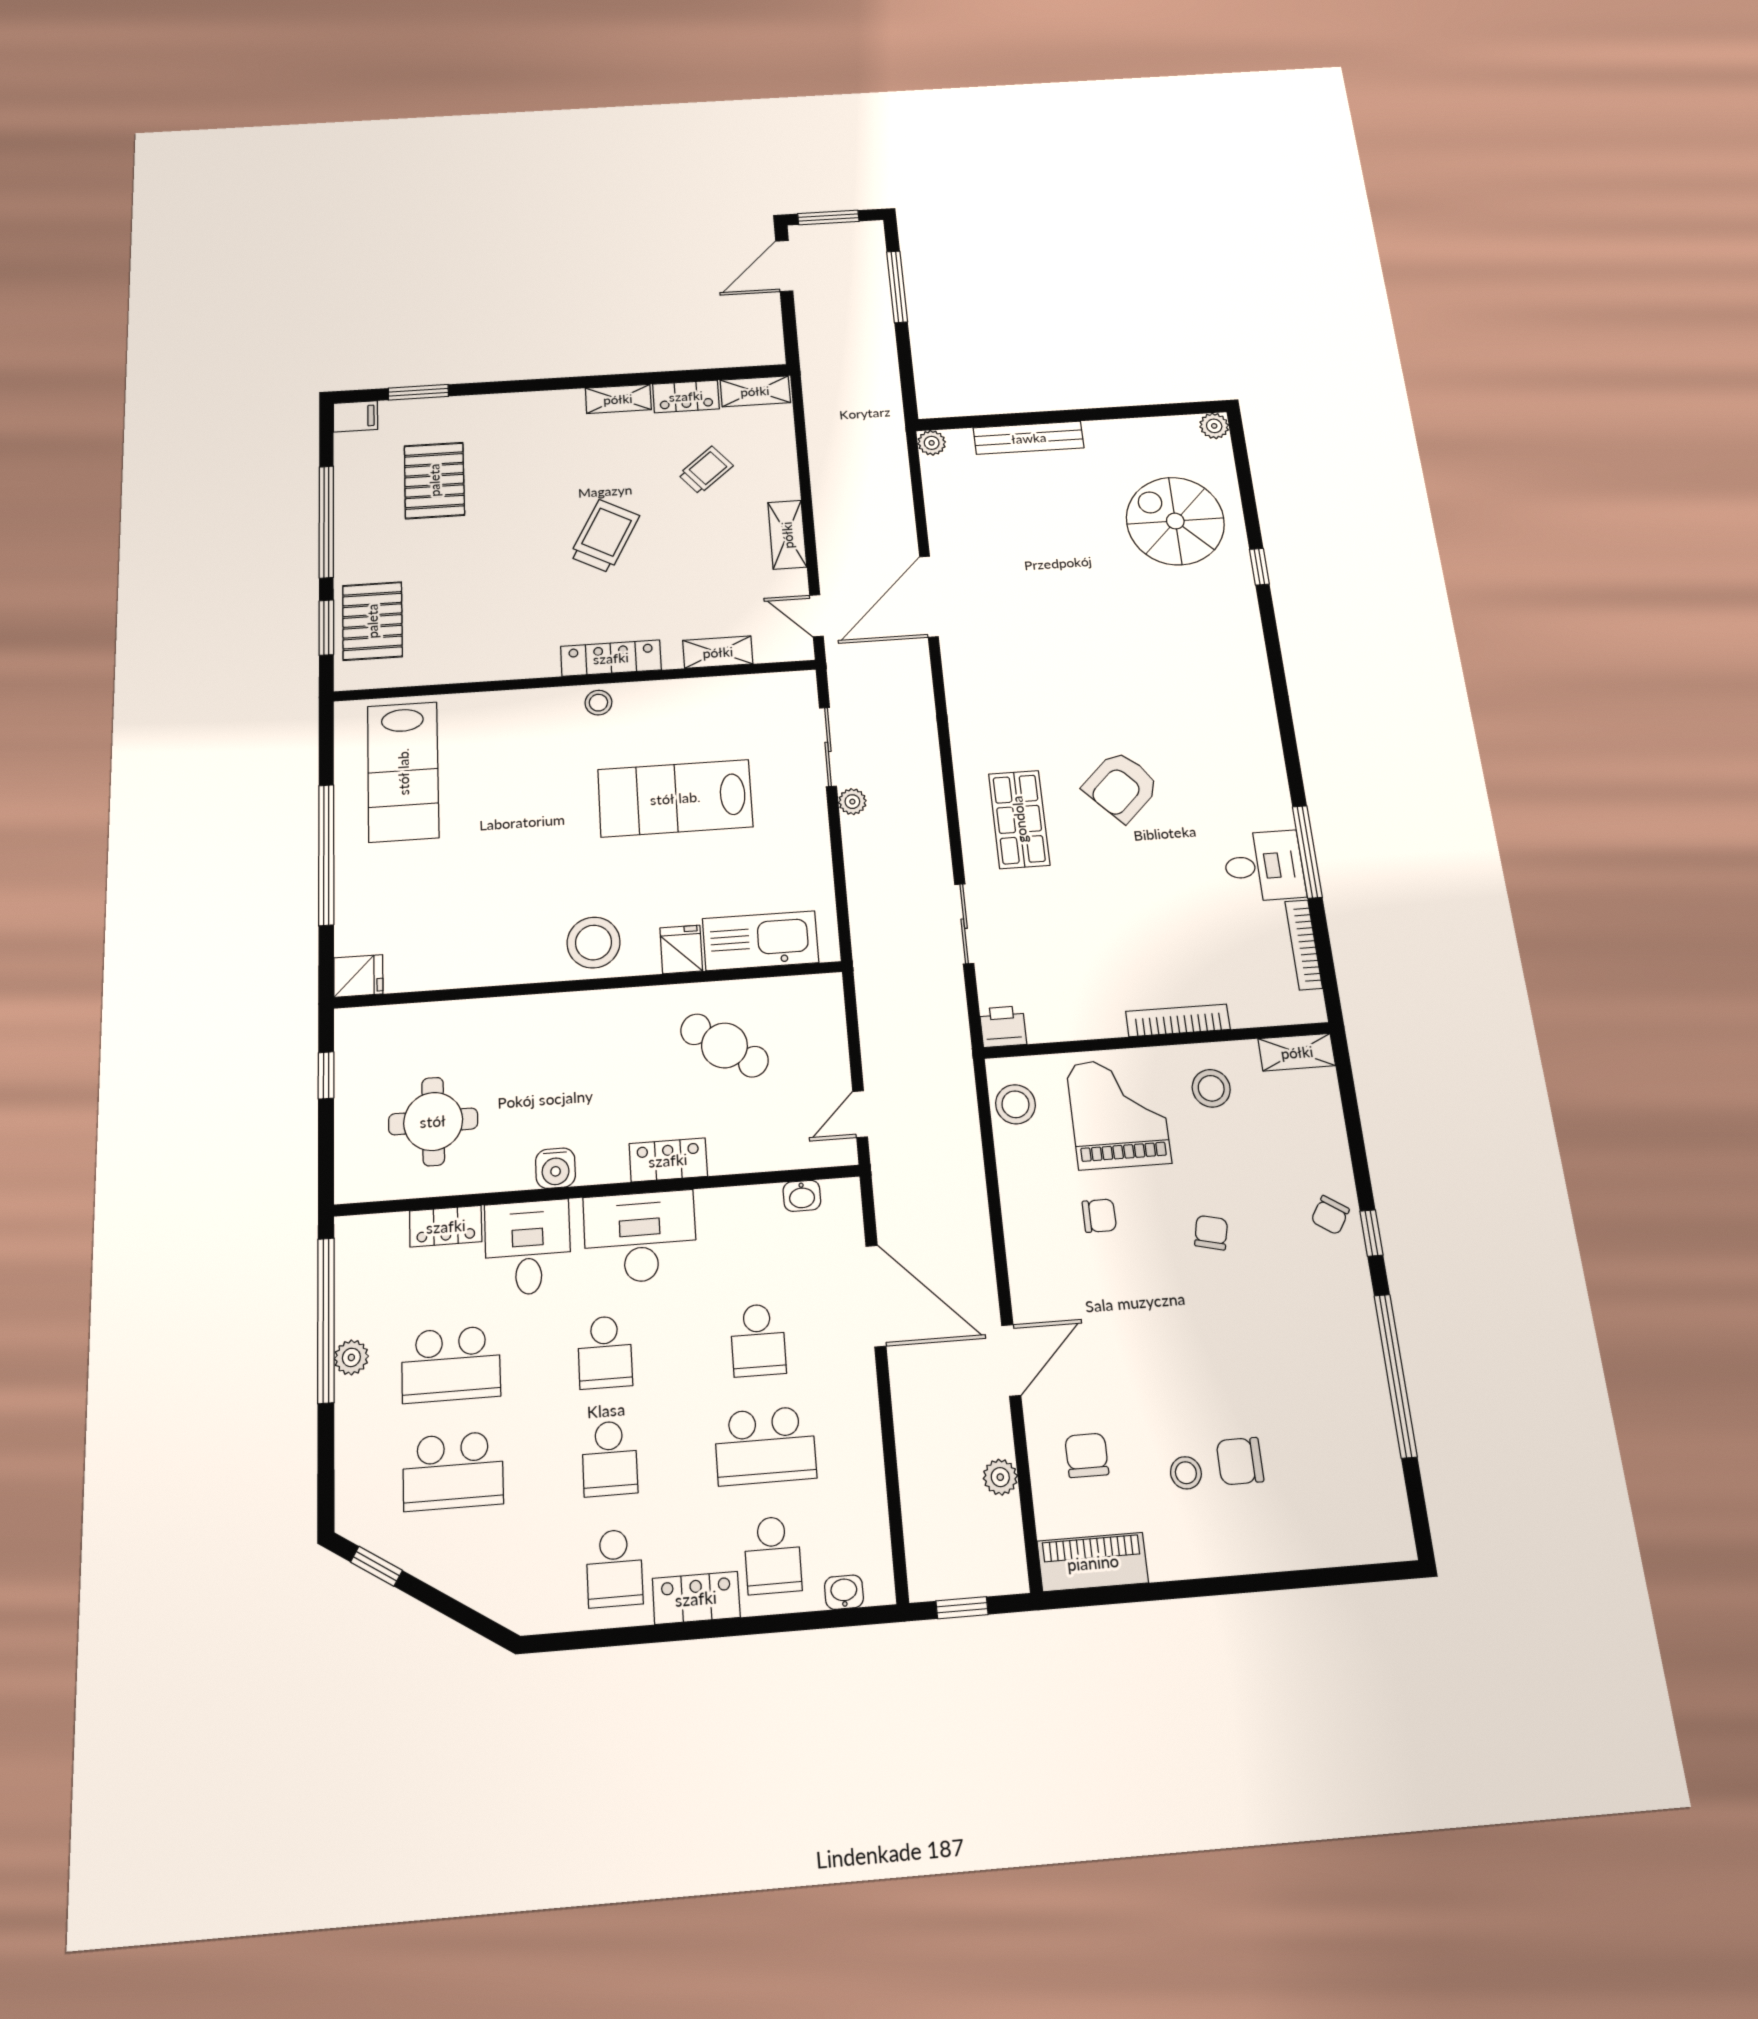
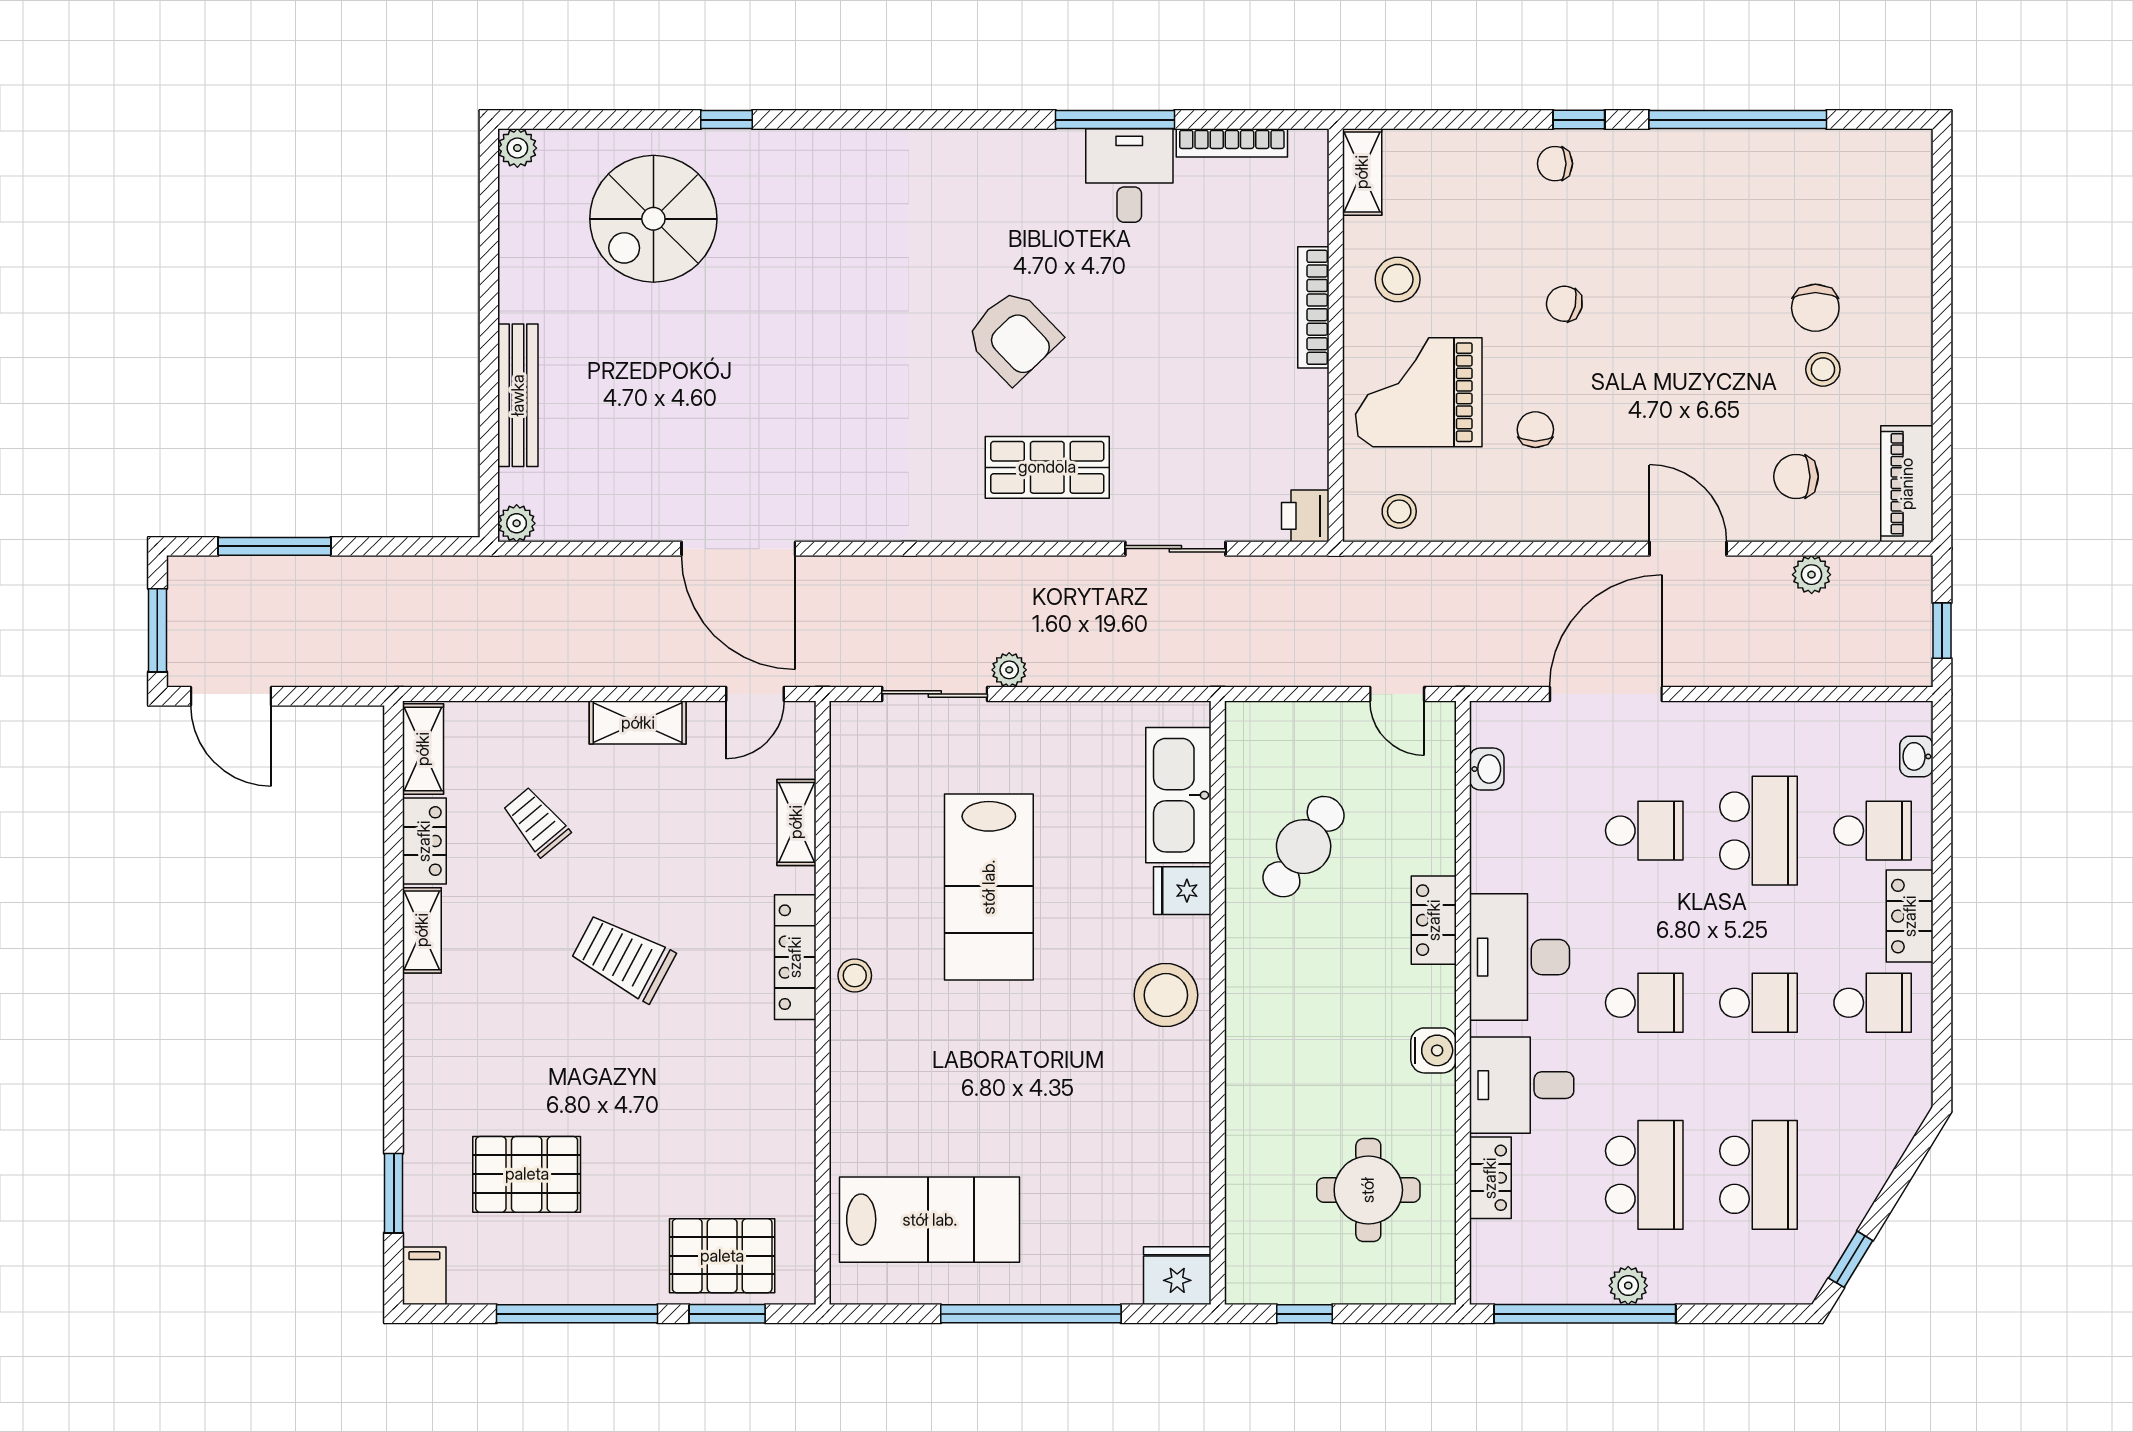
fridge: (358, 976) -> (1177, 1276), width x1.38
stool: (1015, 1104) -> (1399, 511), width x0.73, depth x0.73
chair: (1330, 1215) -> (1555, 164), turned 147

